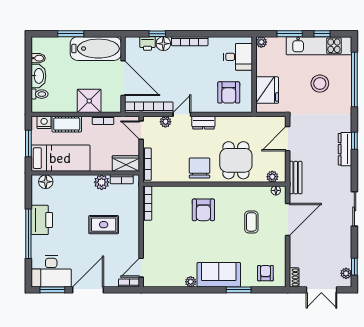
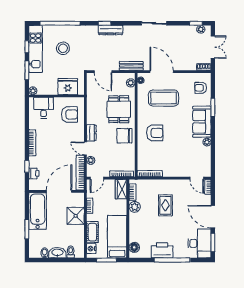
floor lamp: (163, 44) -> (34, 162), removed
dining table: (236, 160) -> (119, 109), turned 90
coffee table: (251, 222) -> (164, 98), width x1.86, depth x1.72

